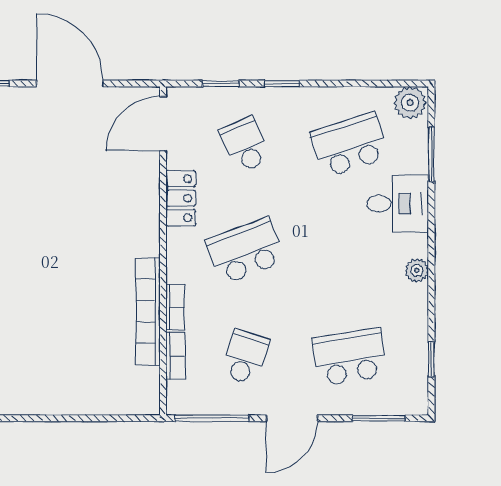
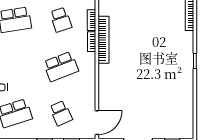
locker: (181, 198) -> (89, 90), removed
school desk: (245, 357) -> (61, 20), turned -36

